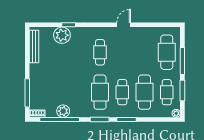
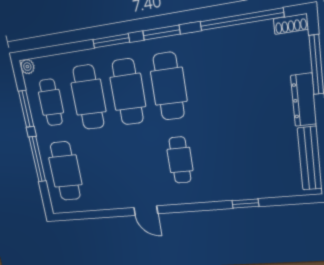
door: (124, 25) -> (146, 211), hinge flipped
plant: (62, 35) -> (256, 184), removed
dresser: (35, 77) -> (304, 100), added
cafe table: (122, 92) -> (128, 92), width x1.37, depth x1.35
plant: (63, 111) -> (236, 38), removed

